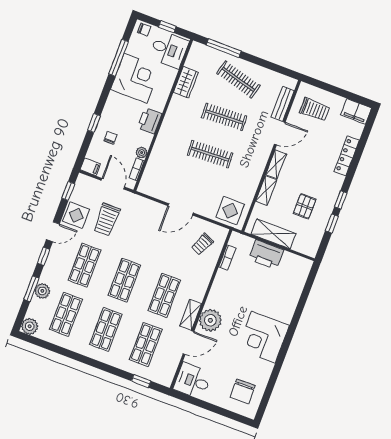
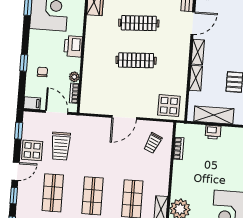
printer: (266, 255) -> (213, 132), width x0.53, depth x0.68

